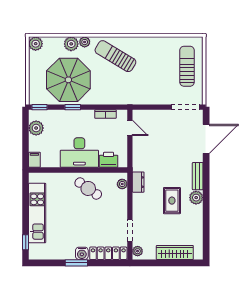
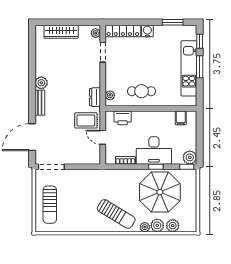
plant: (36, 44) -> (173, 226), moved
plant: (36, 128) -> (190, 157), moved
door: (130, 128) -> (103, 137), moved
desk: (79, 153) -> (154, 150), moved, turned 180
filing cabinet: (34, 160) -> (181, 118), moved
cafe table: (88, 188) -> (141, 91), turned -35
rug: (172, 201) -> (86, 120), moved, turned 90
window: (26, 215) -> (200, 67), added
window: (76, 263) -> (173, 22), moved

